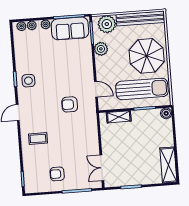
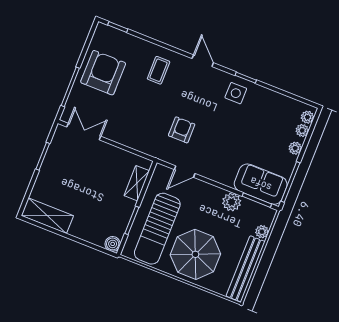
plant: (107, 24) -> (262, 232), width x0.53, depth x0.53
sofa: (70, 28) -> (261, 184), moved, turned 90
armchair: (57, 174) -> (103, 73), width x1.88, depth x1.88

